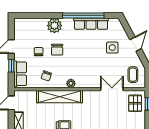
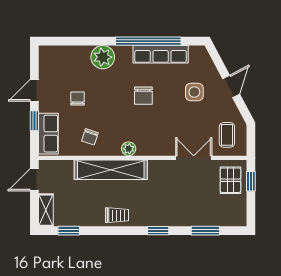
chair: (57, 50) -> (143, 96), moved

